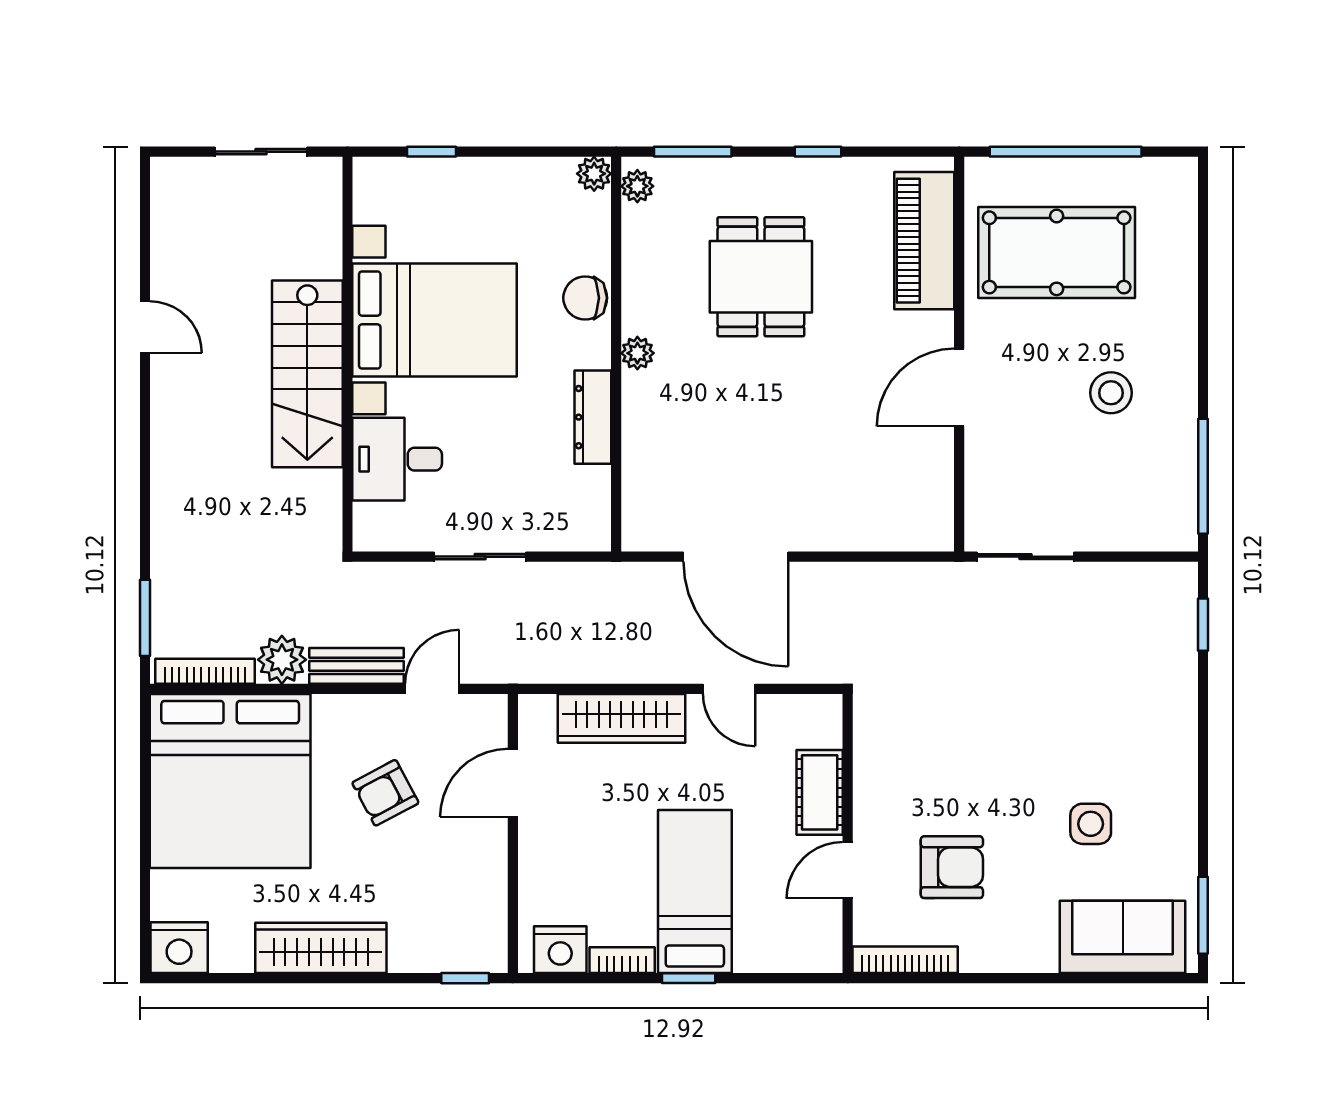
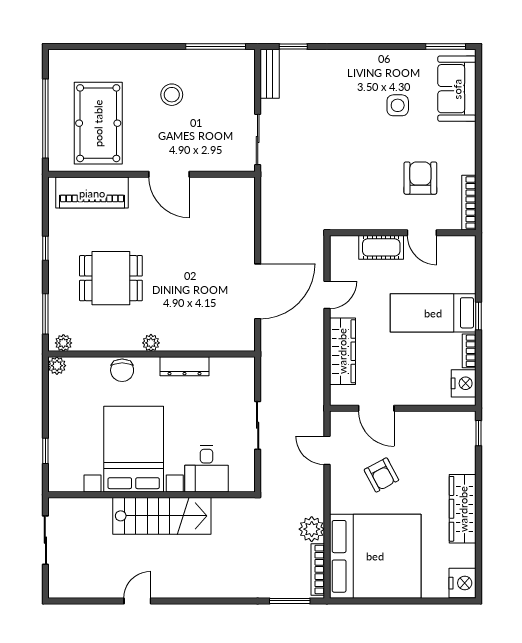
bench: (357, 666) -> (270, 74), moved

